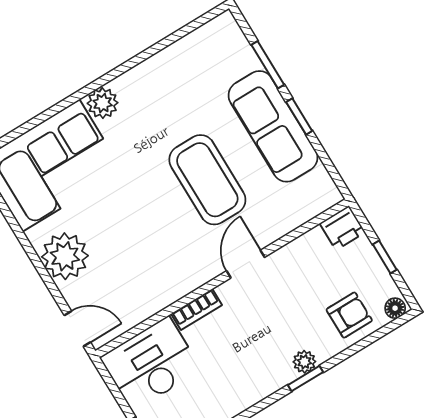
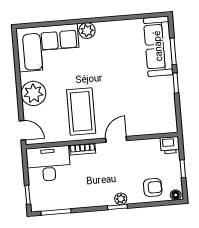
sofa: (273, 126) -> (158, 46), moved
coffee table: (207, 180) -> (81, 111), moved

